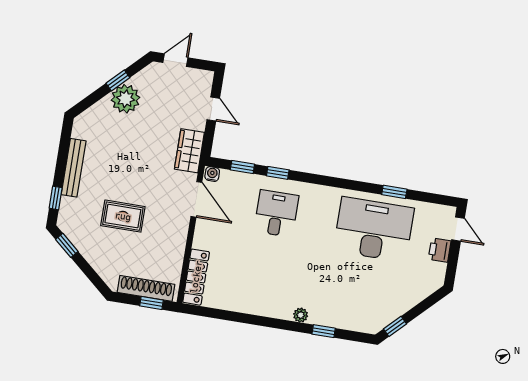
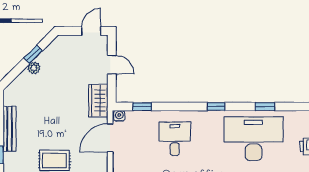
door: (175, 60) -> (91, 31), moved
plant: (125, 99) -> (34, 68), width x0.53, depth x0.53
window: (278, 173) -> (216, 107), moved
door: (196, 199) -> (110, 138), swing flipped

